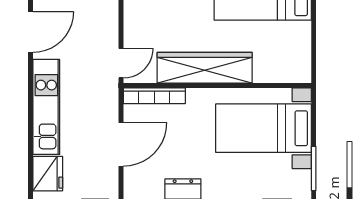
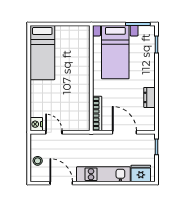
door: (121, 63) -> (54, 132), moved
wardrobe: (205, 68) -> (81, 85), removed

